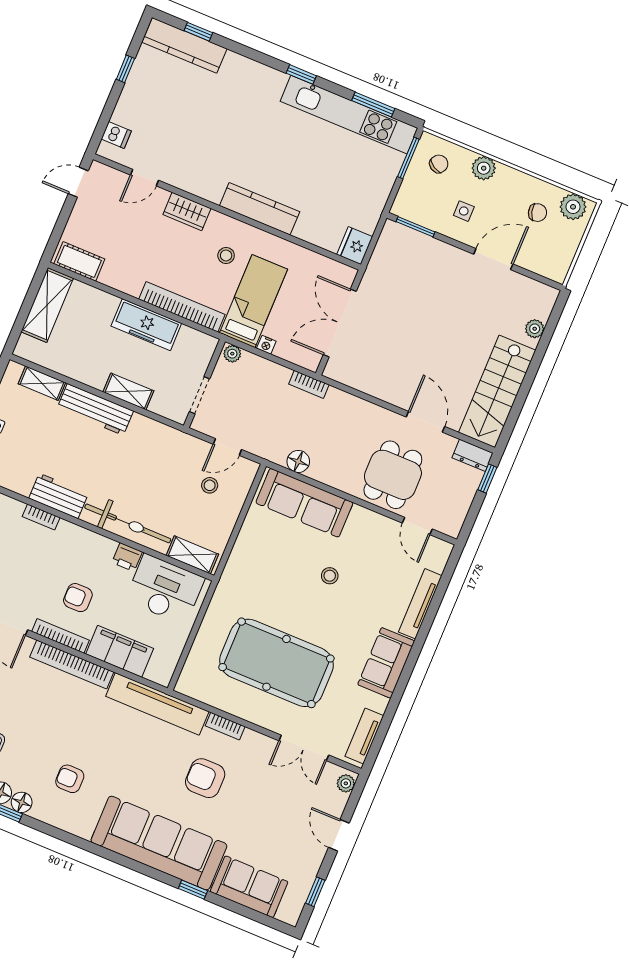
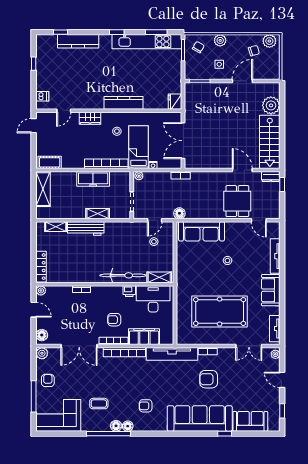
kitchen counter: (185, 45) -> (78, 41), moved
plant: (535, 329) -> (271, 105), width x1.88, depth x1.88
floor lamp: (298, 461) -> (179, 213), moved
workbench: (59, 496) -> (85, 276), removed

